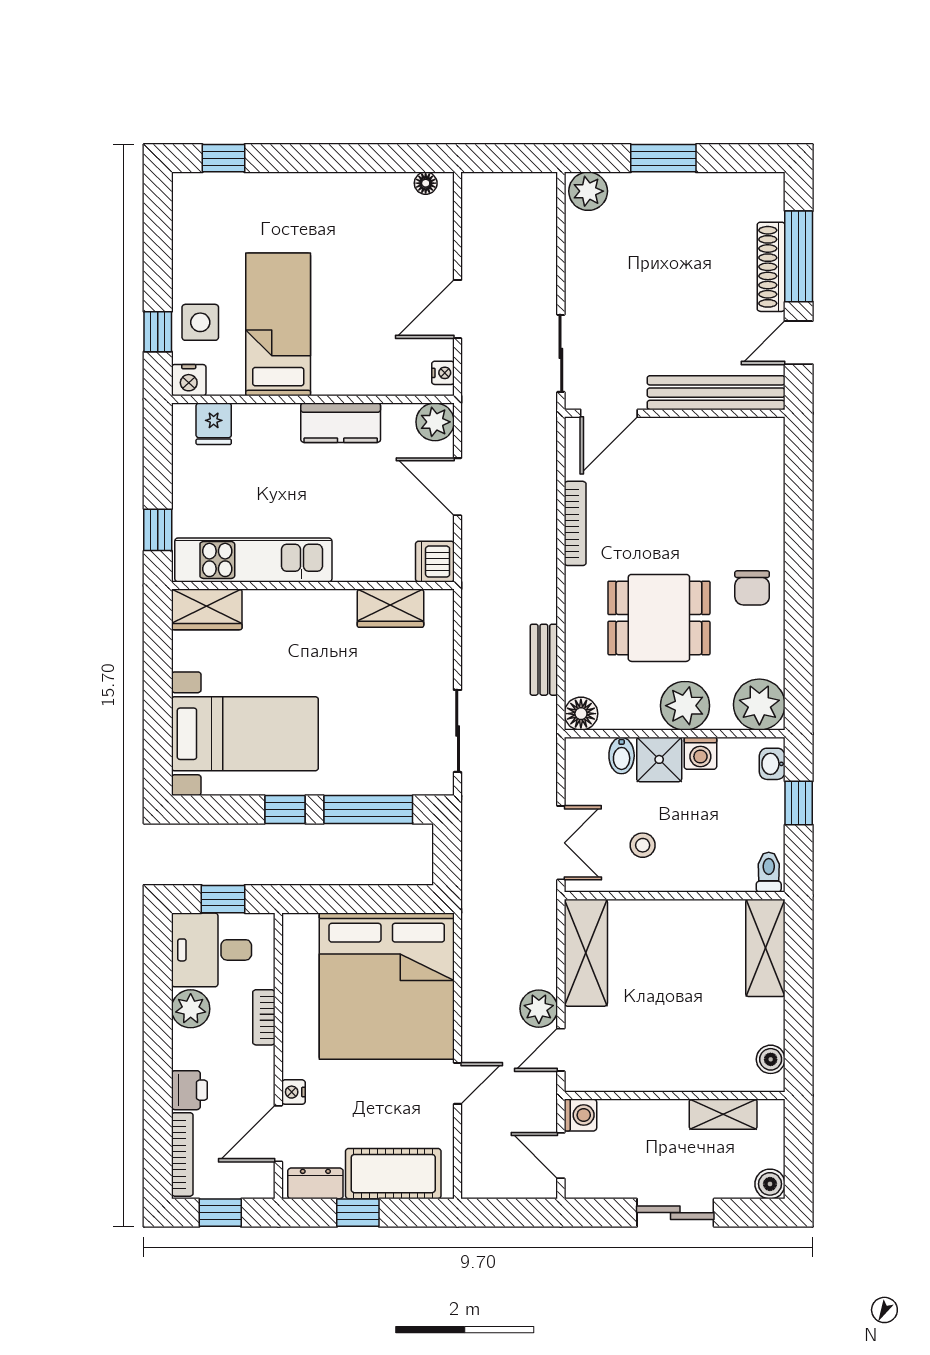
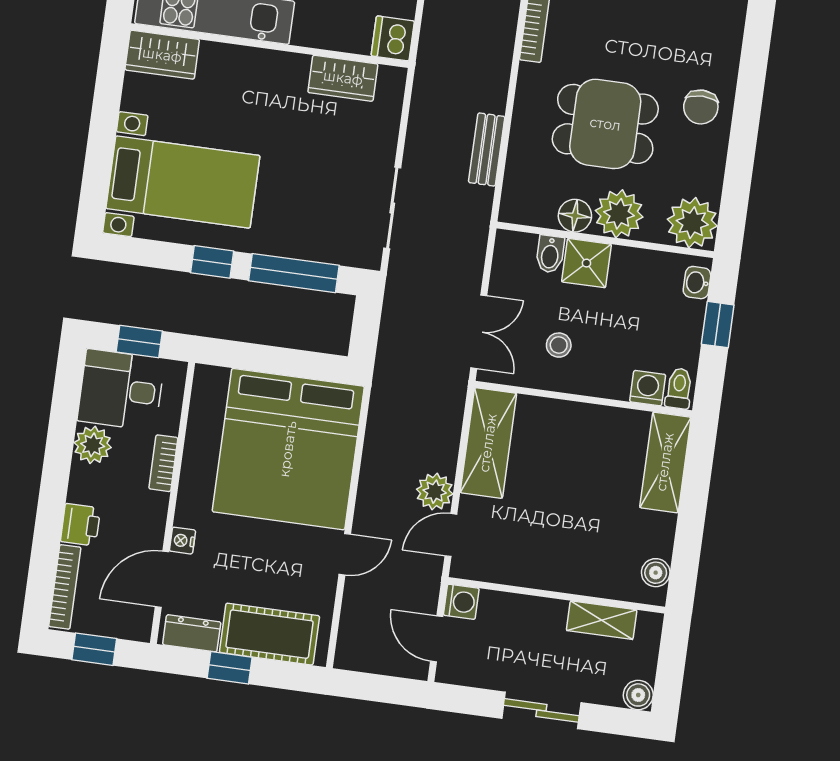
floor lamp: (581, 714) -> (575, 216), moved
washing machine: (700, 753) -> (648, 388), moved, turned 180

